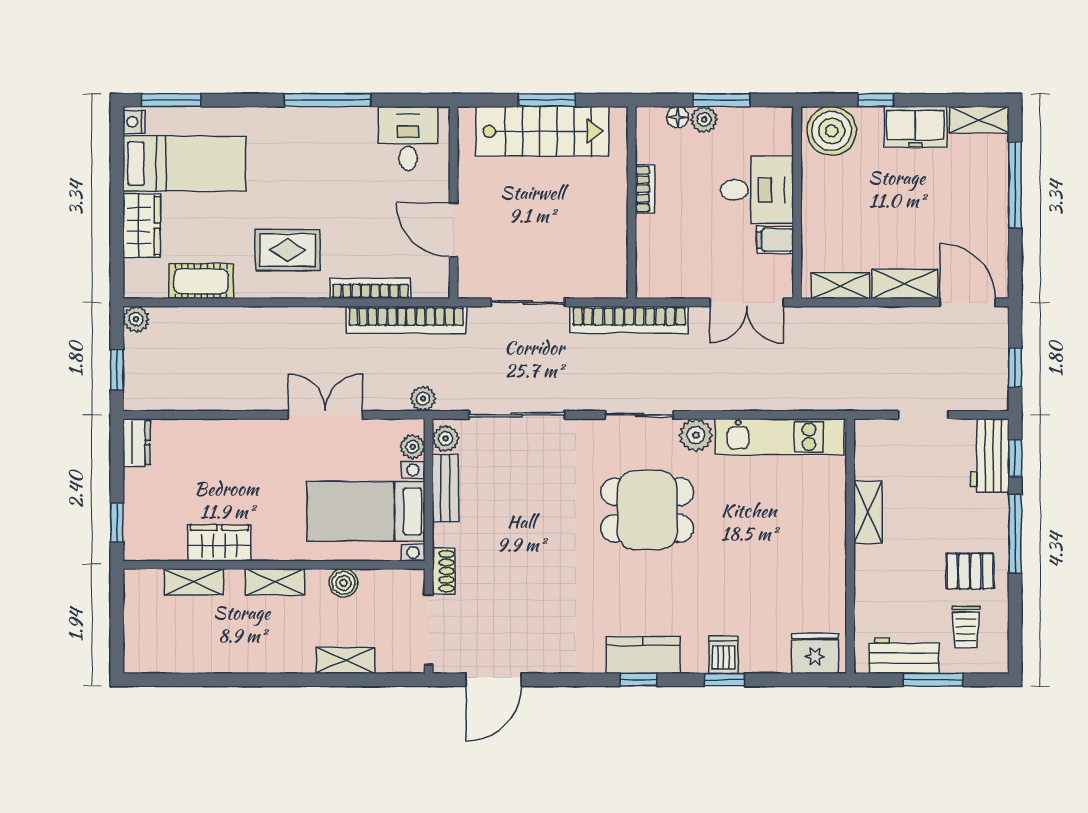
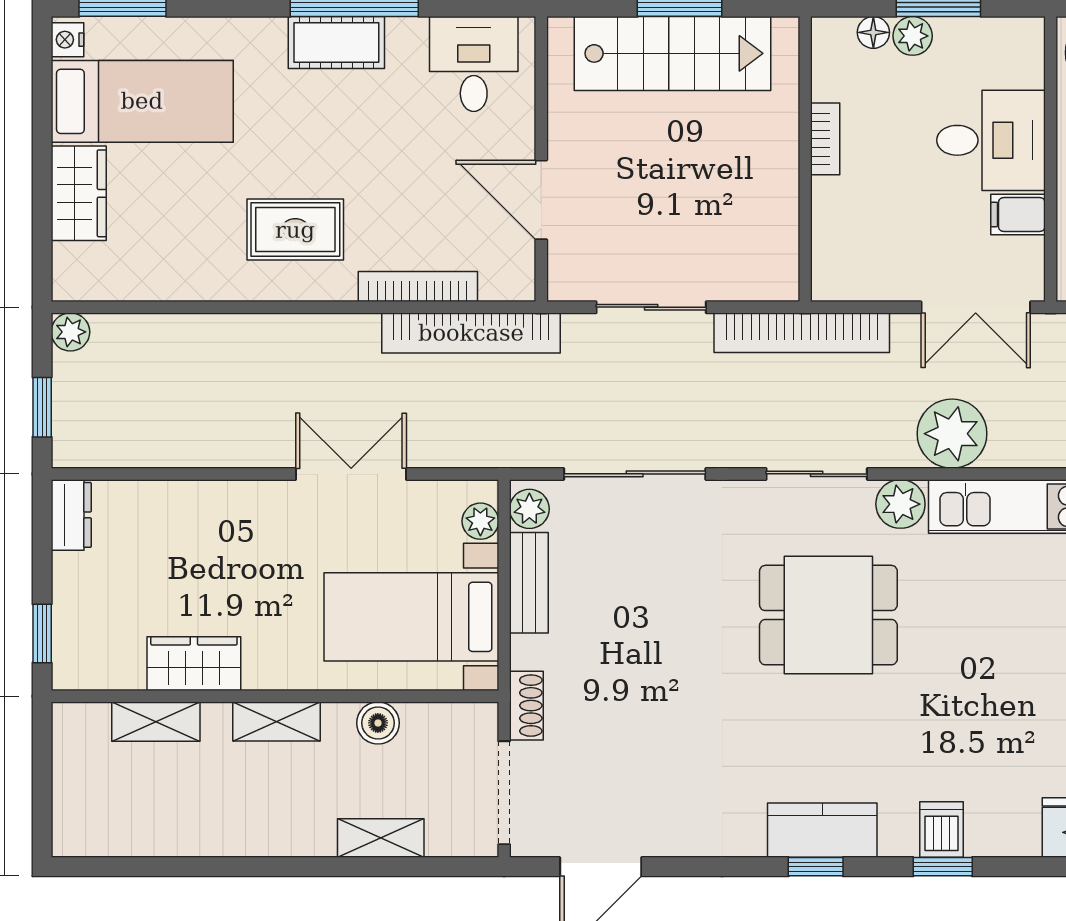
cot: (201, 281) -> (336, 43), moved
plant: (423, 399) -> (952, 434), moved, width x1.88, depth x1.88

